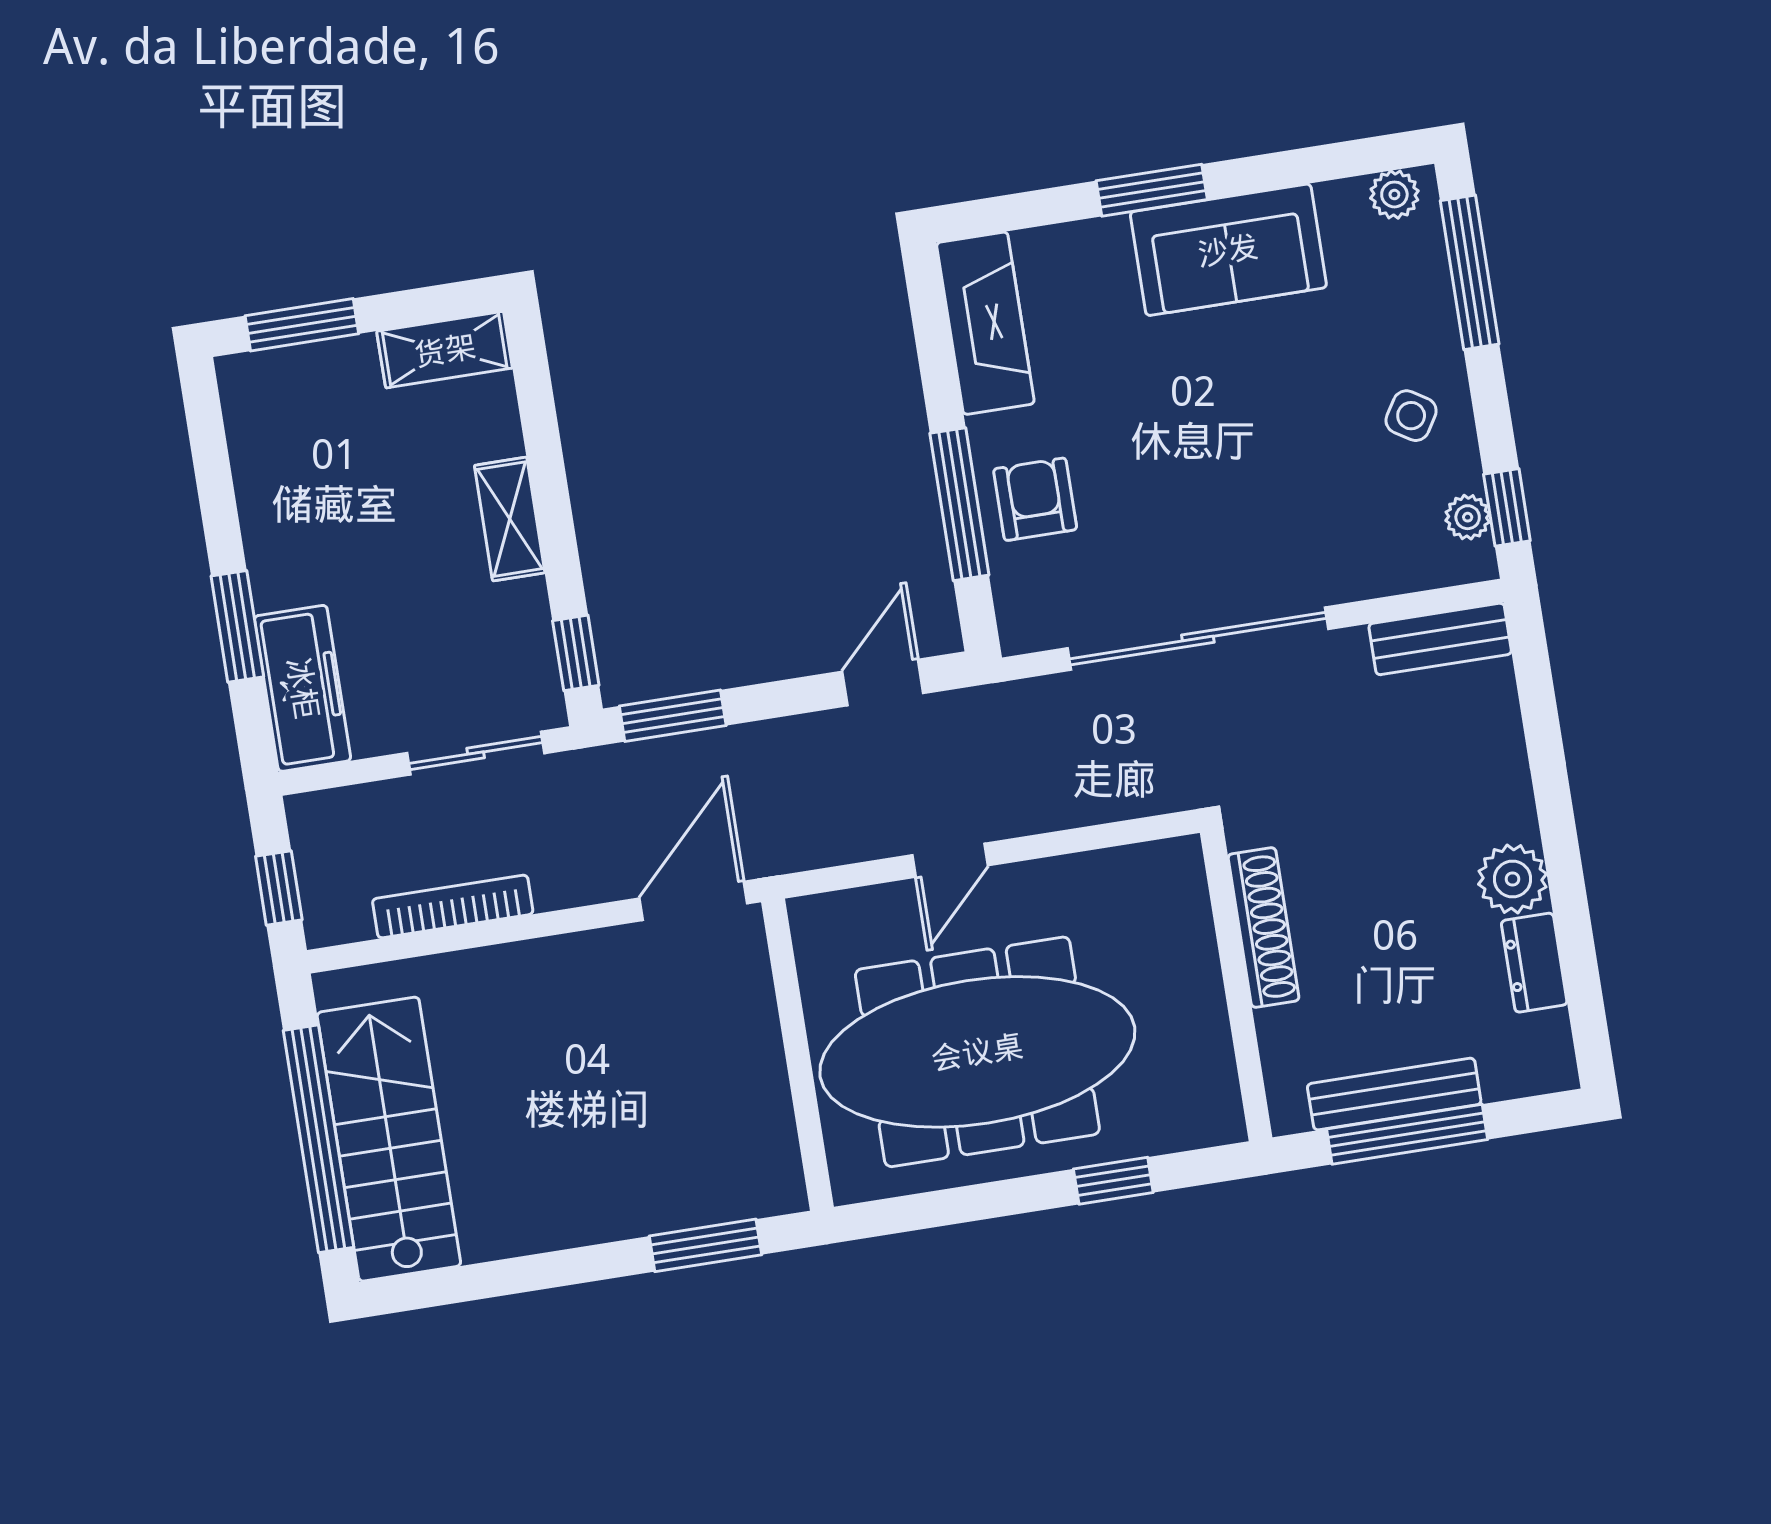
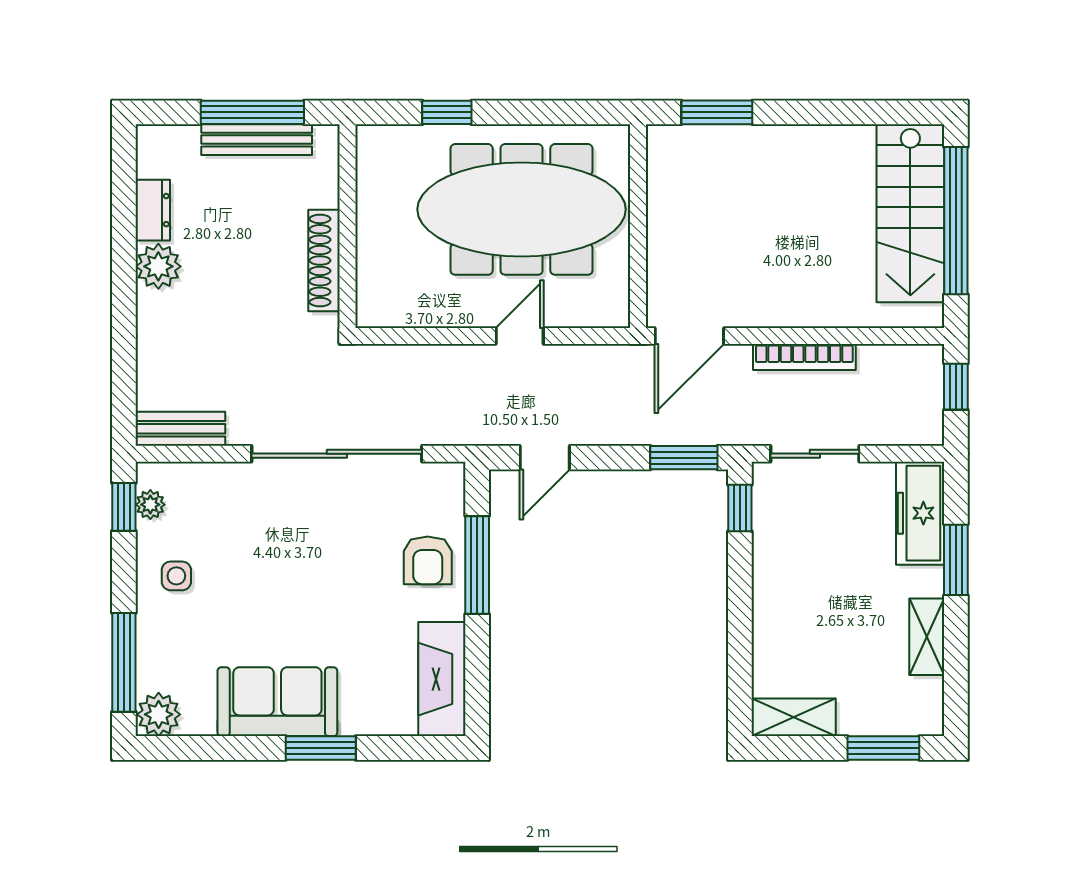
plant: (1394, 194) -> (159, 714), width x1.38, depth x1.38
side table: (1411, 416) -> (176, 576), turned -32
shelving: (510, 519) -> (927, 637), moved
bookcase: (453, 906) -> (804, 357), moved

